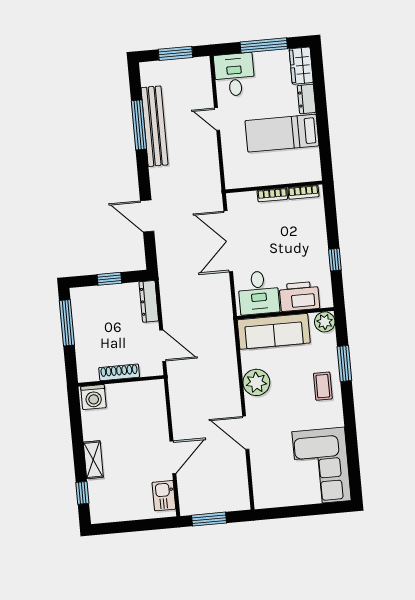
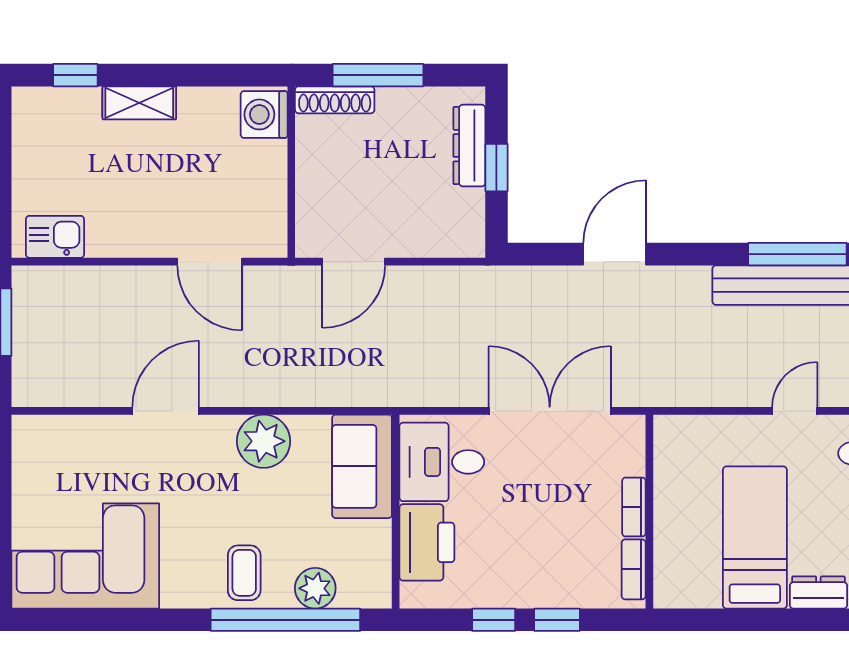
window: (332, 228) -> (557, 620), added
dresser: (149, 301) -> (469, 146), moved, turned -90
plant: (325, 322) -> (315, 588), moved
window: (67, 323) -> (378, 75), moved
sofa: (274, 331) -> (362, 466), width x0.73
window: (344, 363) -> (285, 620), width x2.11
shoe rack: (119, 372) -> (335, 100), moved, turned 90
coffee table: (323, 386) -> (244, 573), turned 90
door: (173, 457) -> (210, 262), moved

